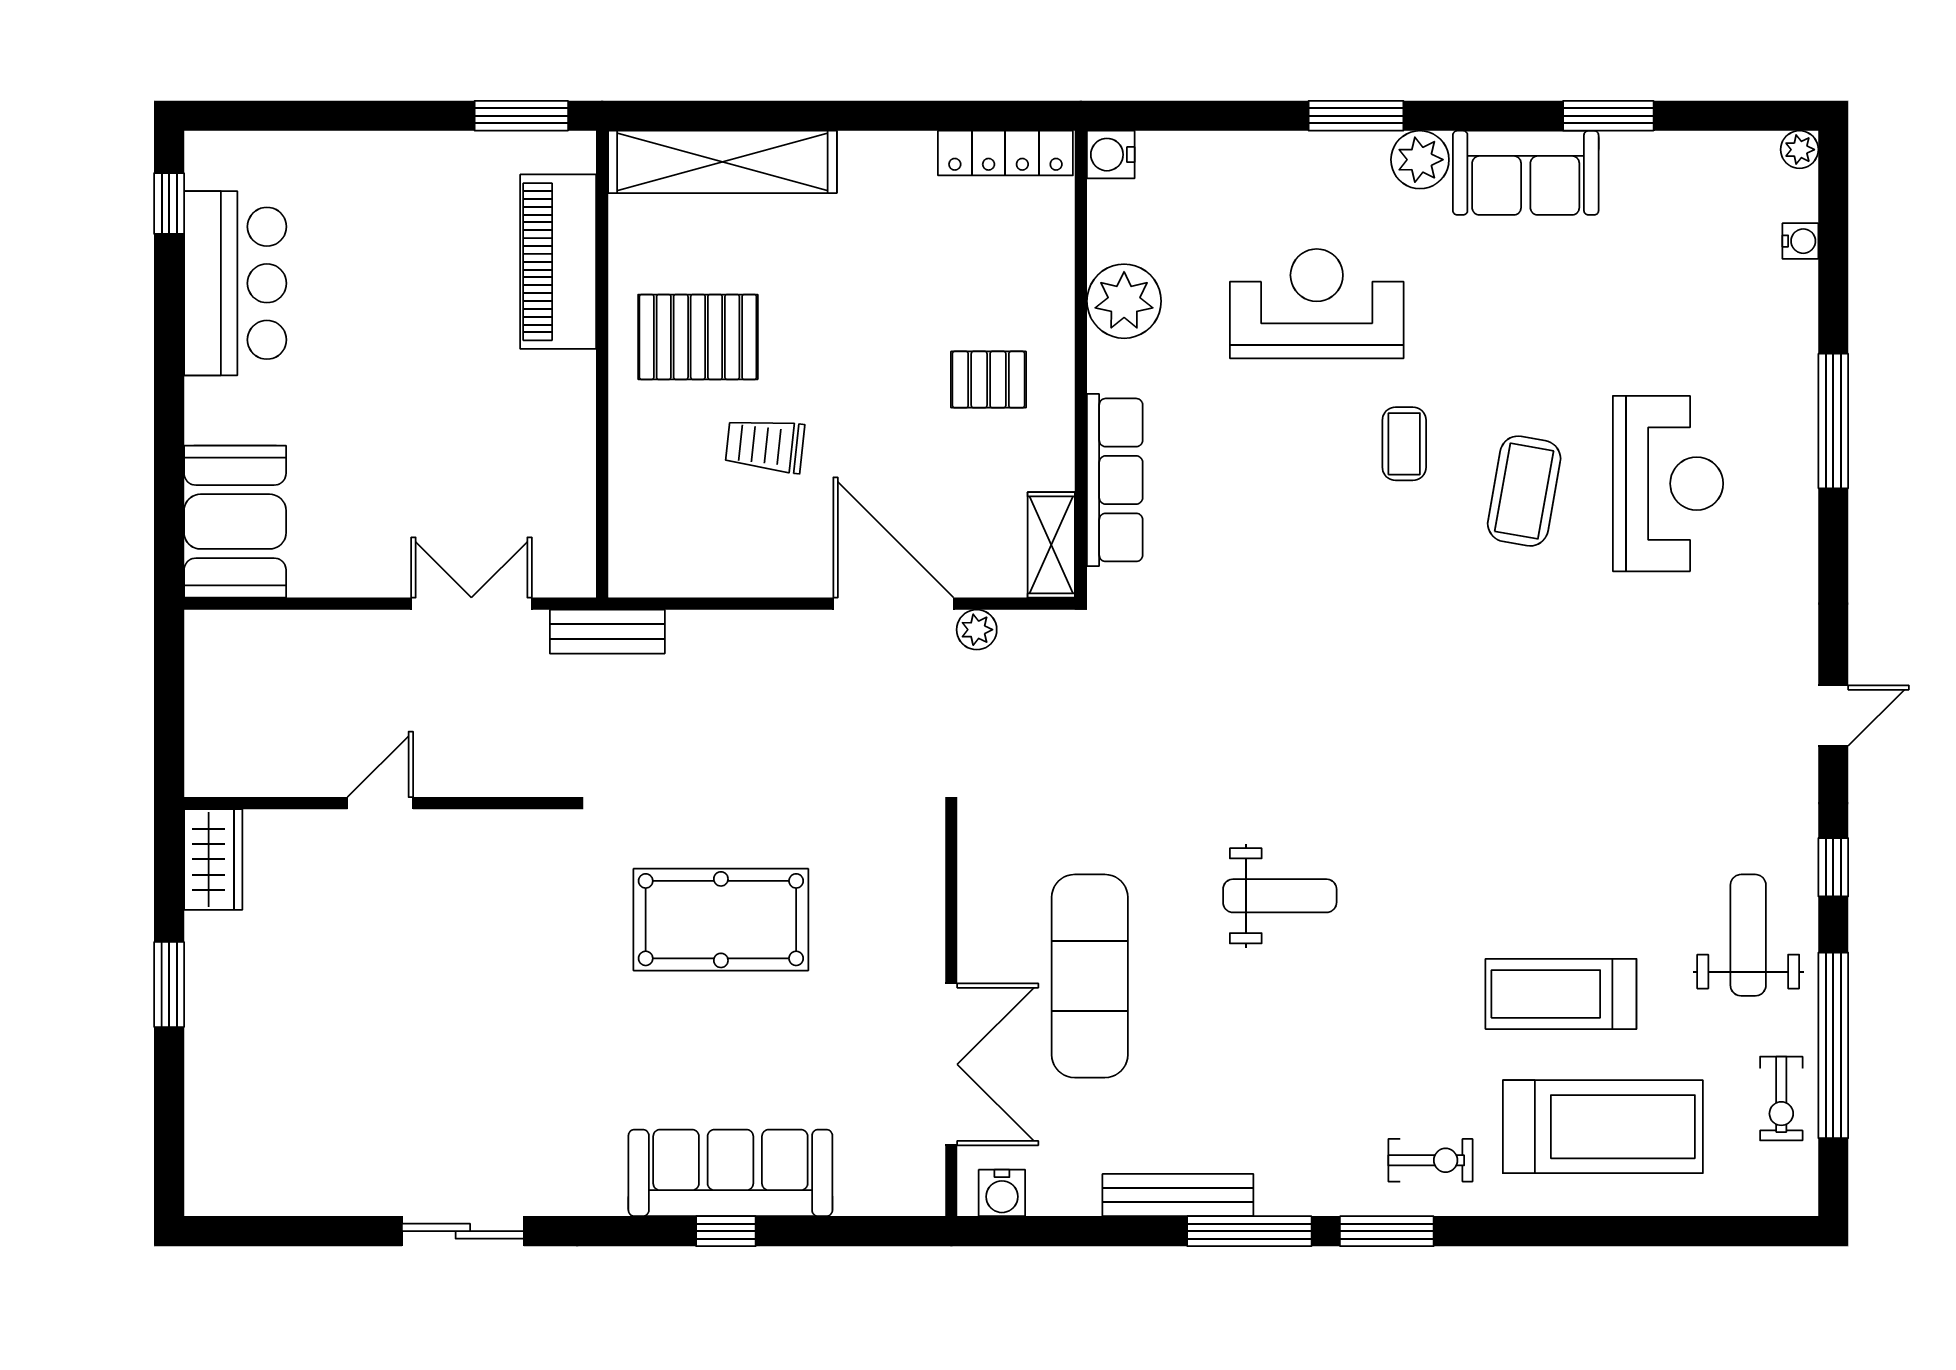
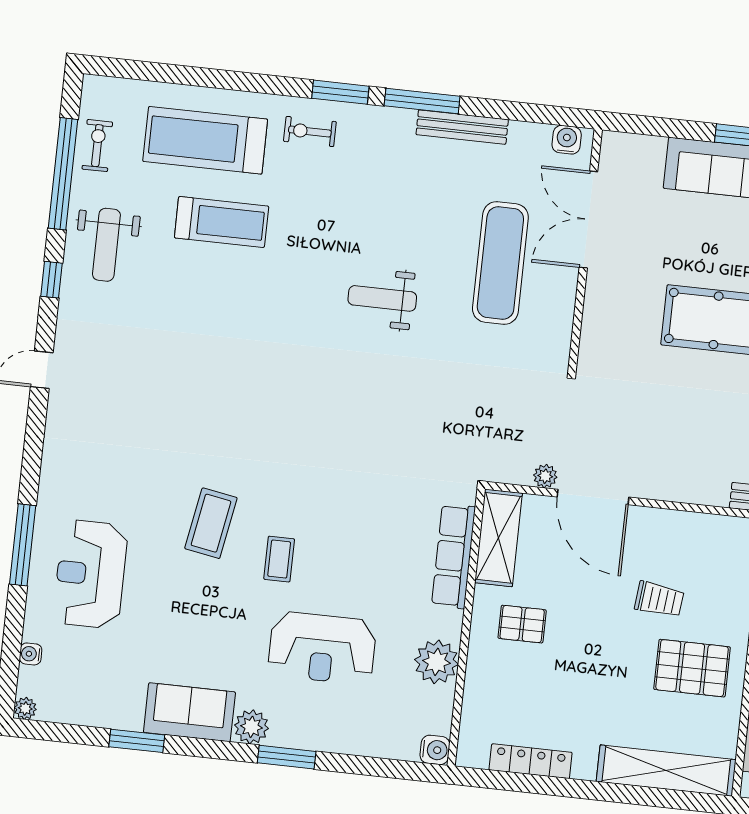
locker: (1005, 153) -> (531, 761), moved
reception desk: (1668, 484) -> (90, 574), moved
shelving: (1051, 545) -> (498, 538), width x1.50, depth x1.33

